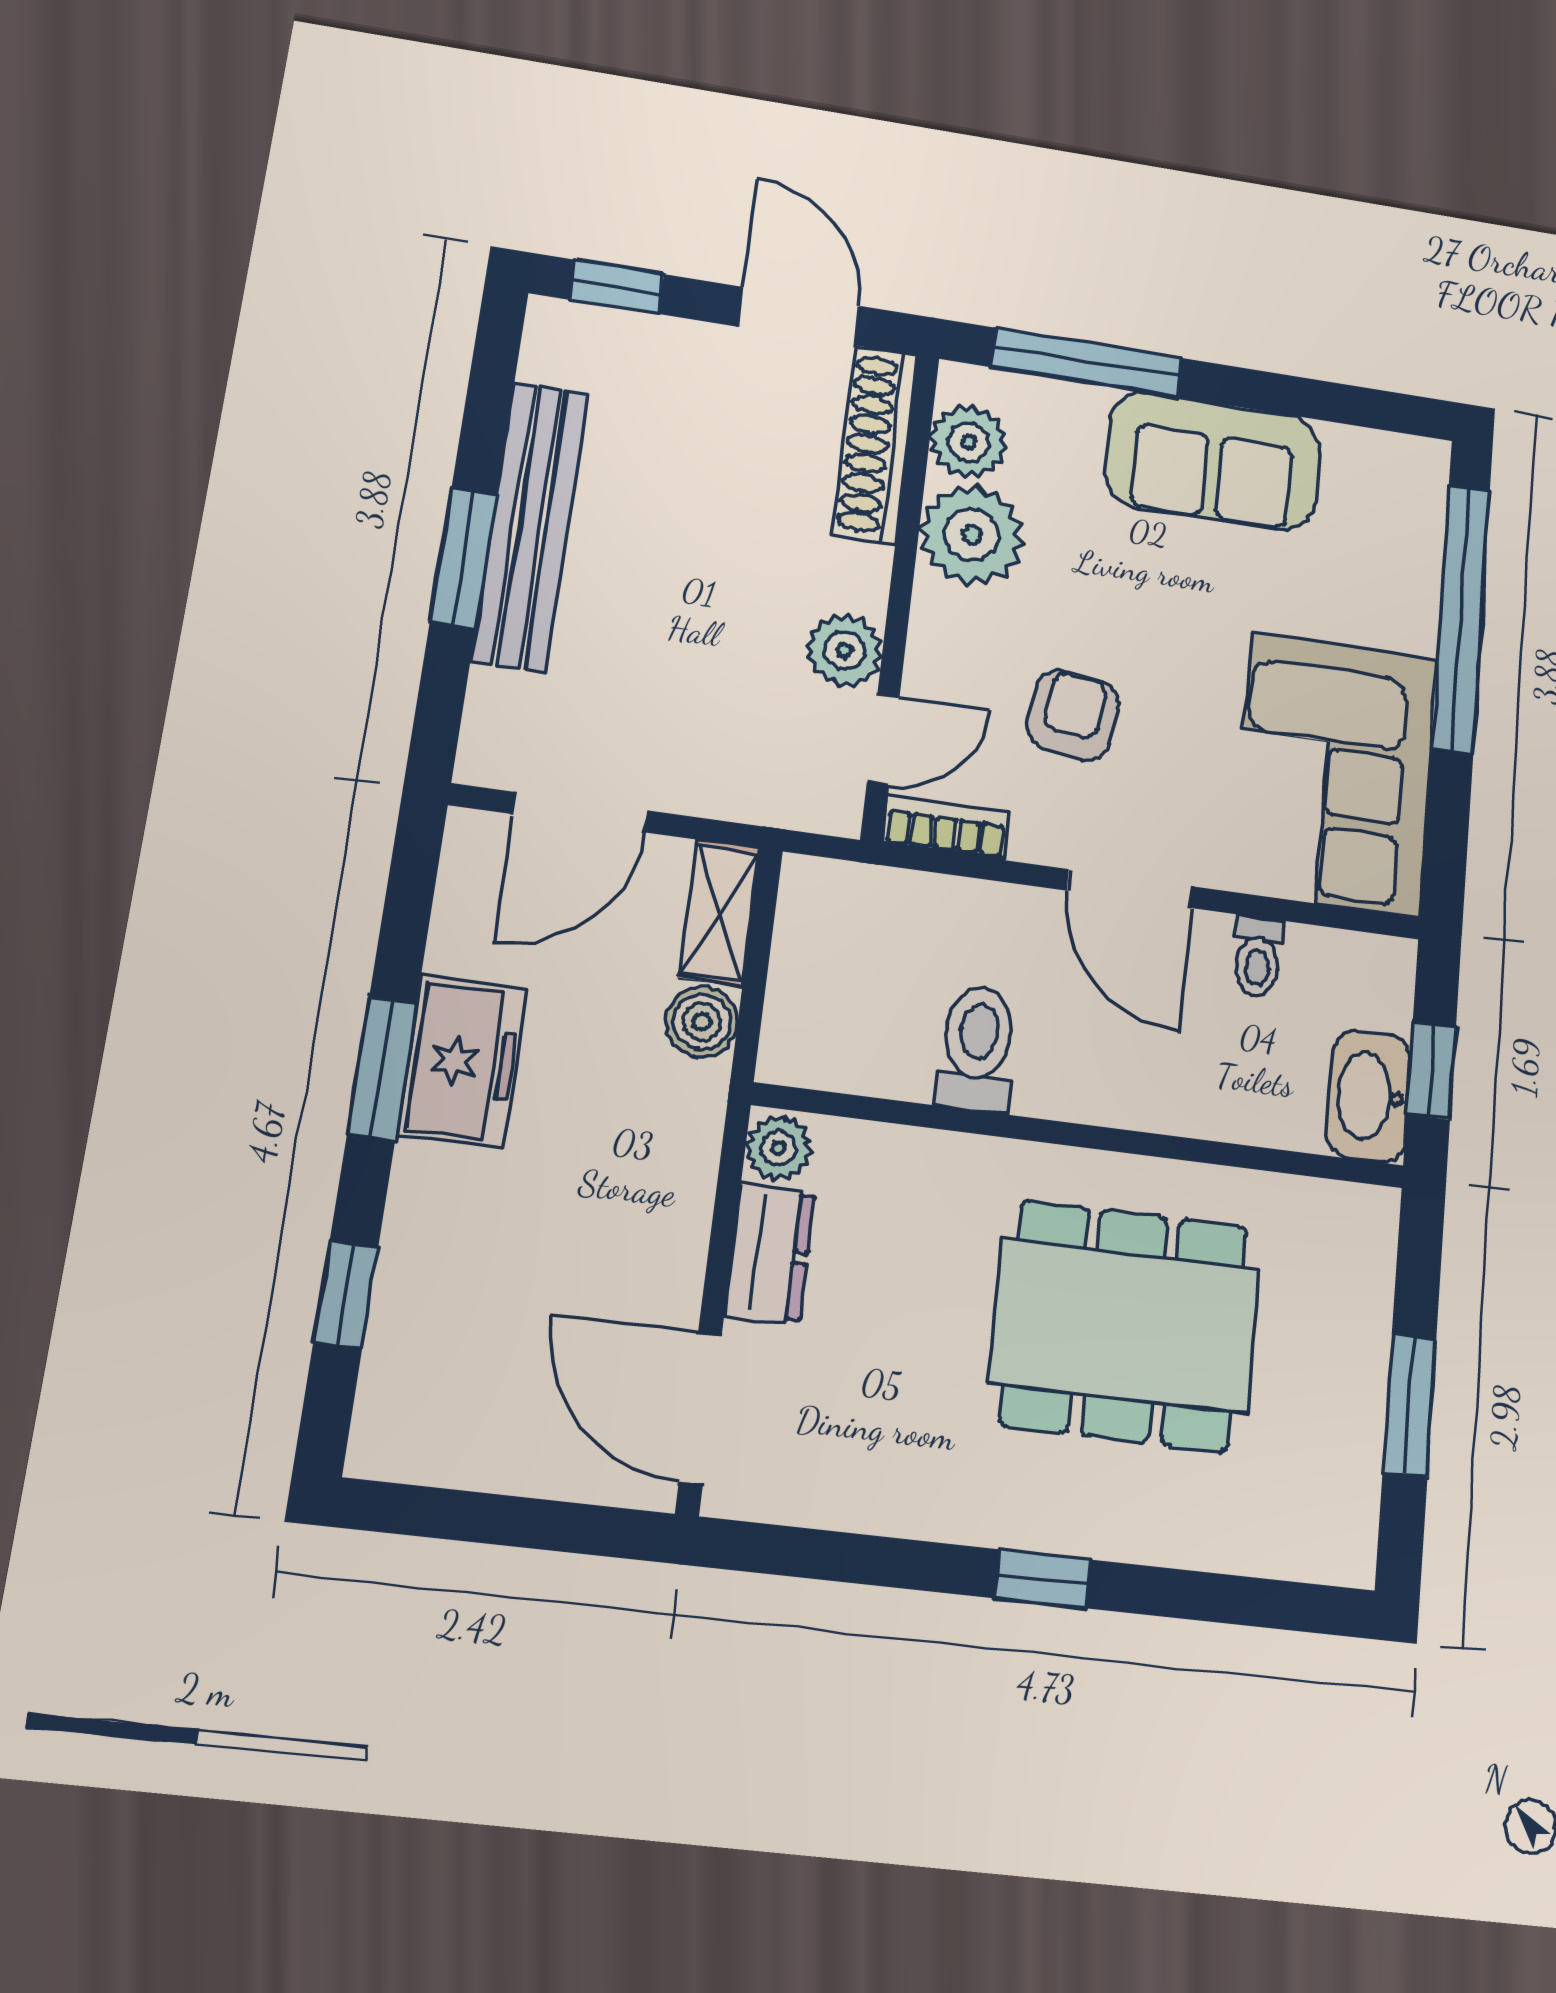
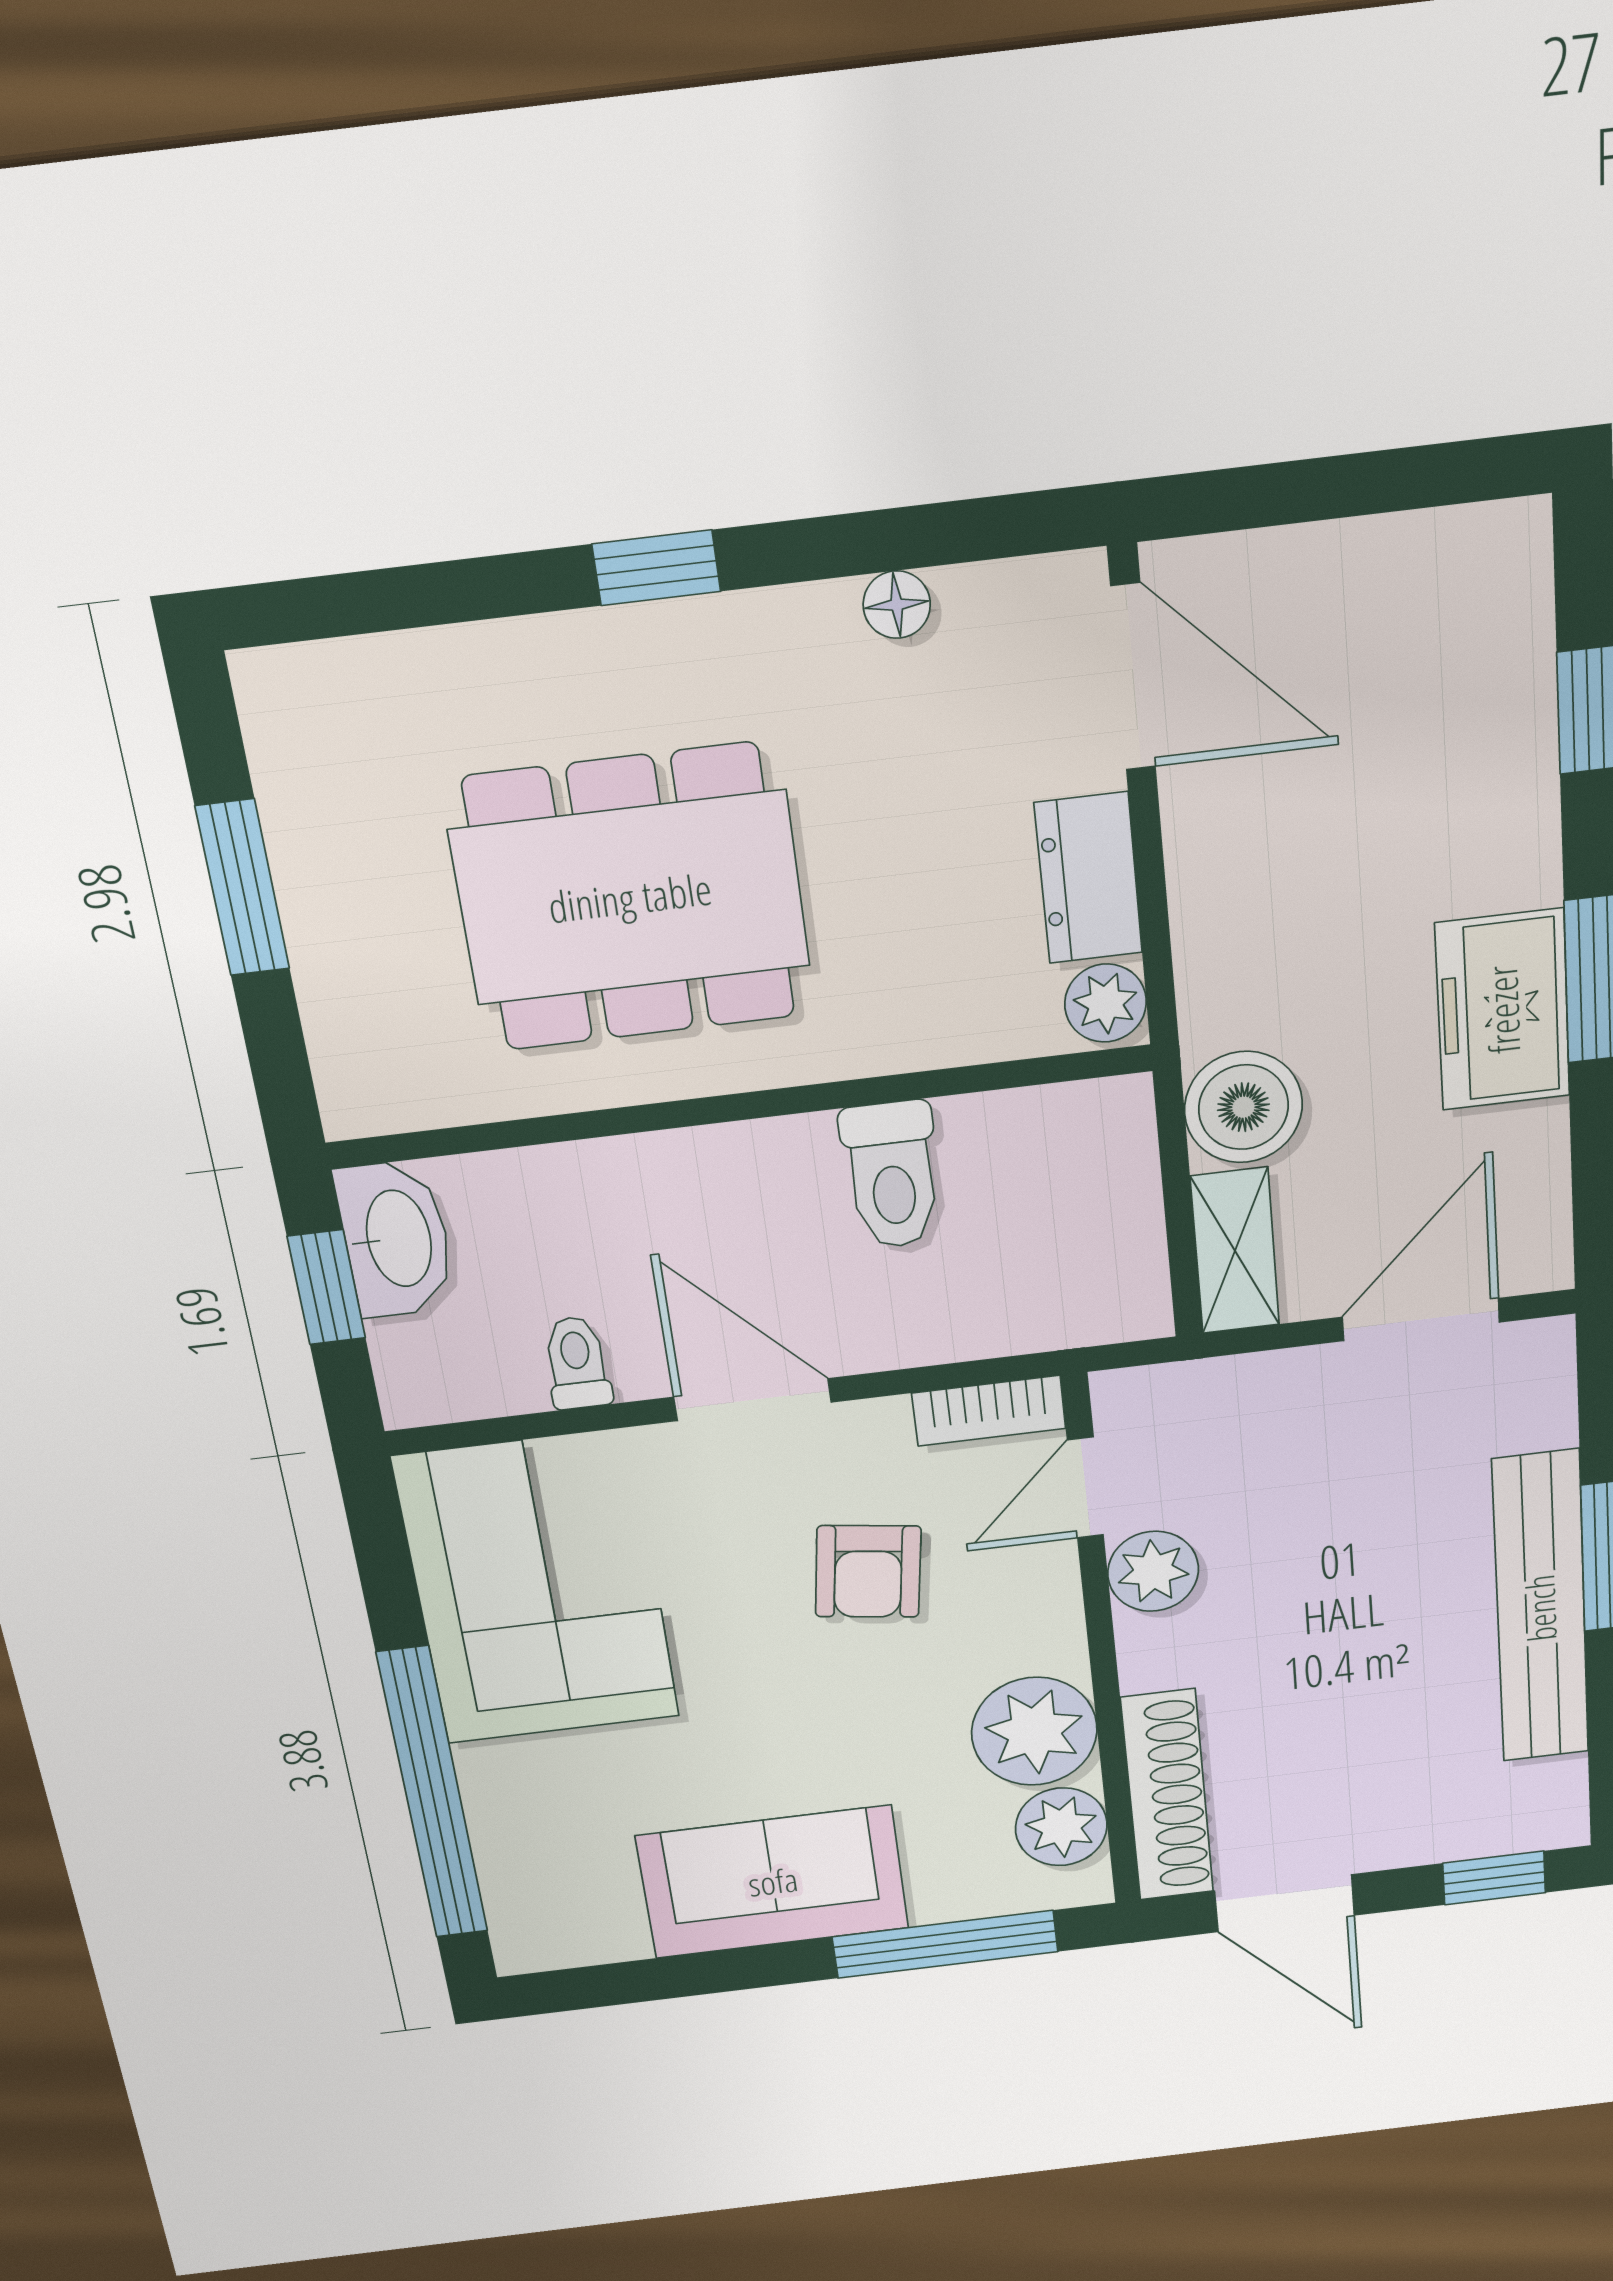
boiler: (702, 1022) -> (1243, 1107), width x1.36, depth x1.36
floor lamp: (869, 1508) -> (897, 605), added

